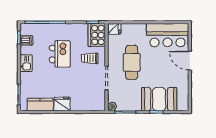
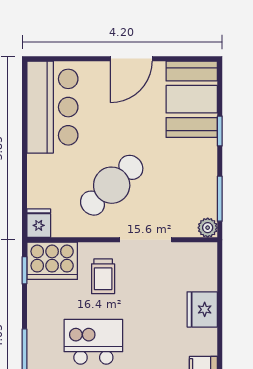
door: (190, 61) -> (131, 59), moved
cafe table: (132, 62) -> (112, 185), turned -43
booth: (159, 99) -> (192, 99), moved
fridge: (62, 104) -> (202, 309), moved

